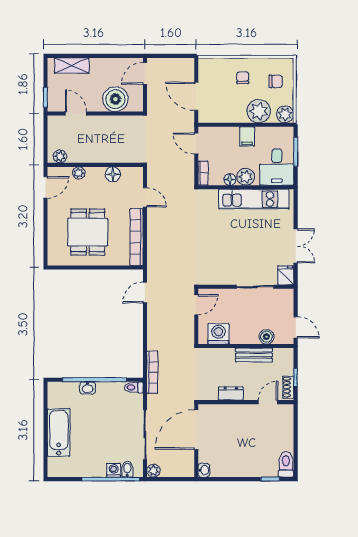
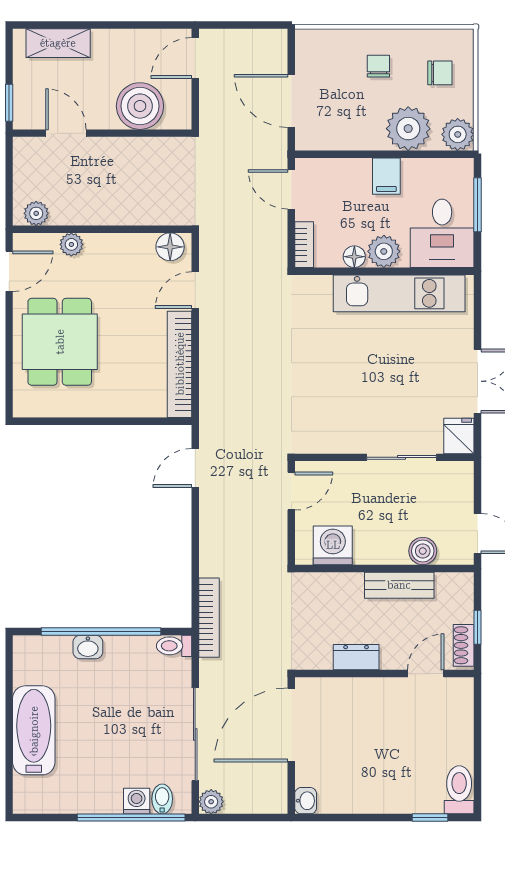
floor lamp: (113, 174) -> (170, 247), moved
door: (145, 197) -> (195, 290), swing flipped
dining table: (88, 232) -> (60, 342), moved

